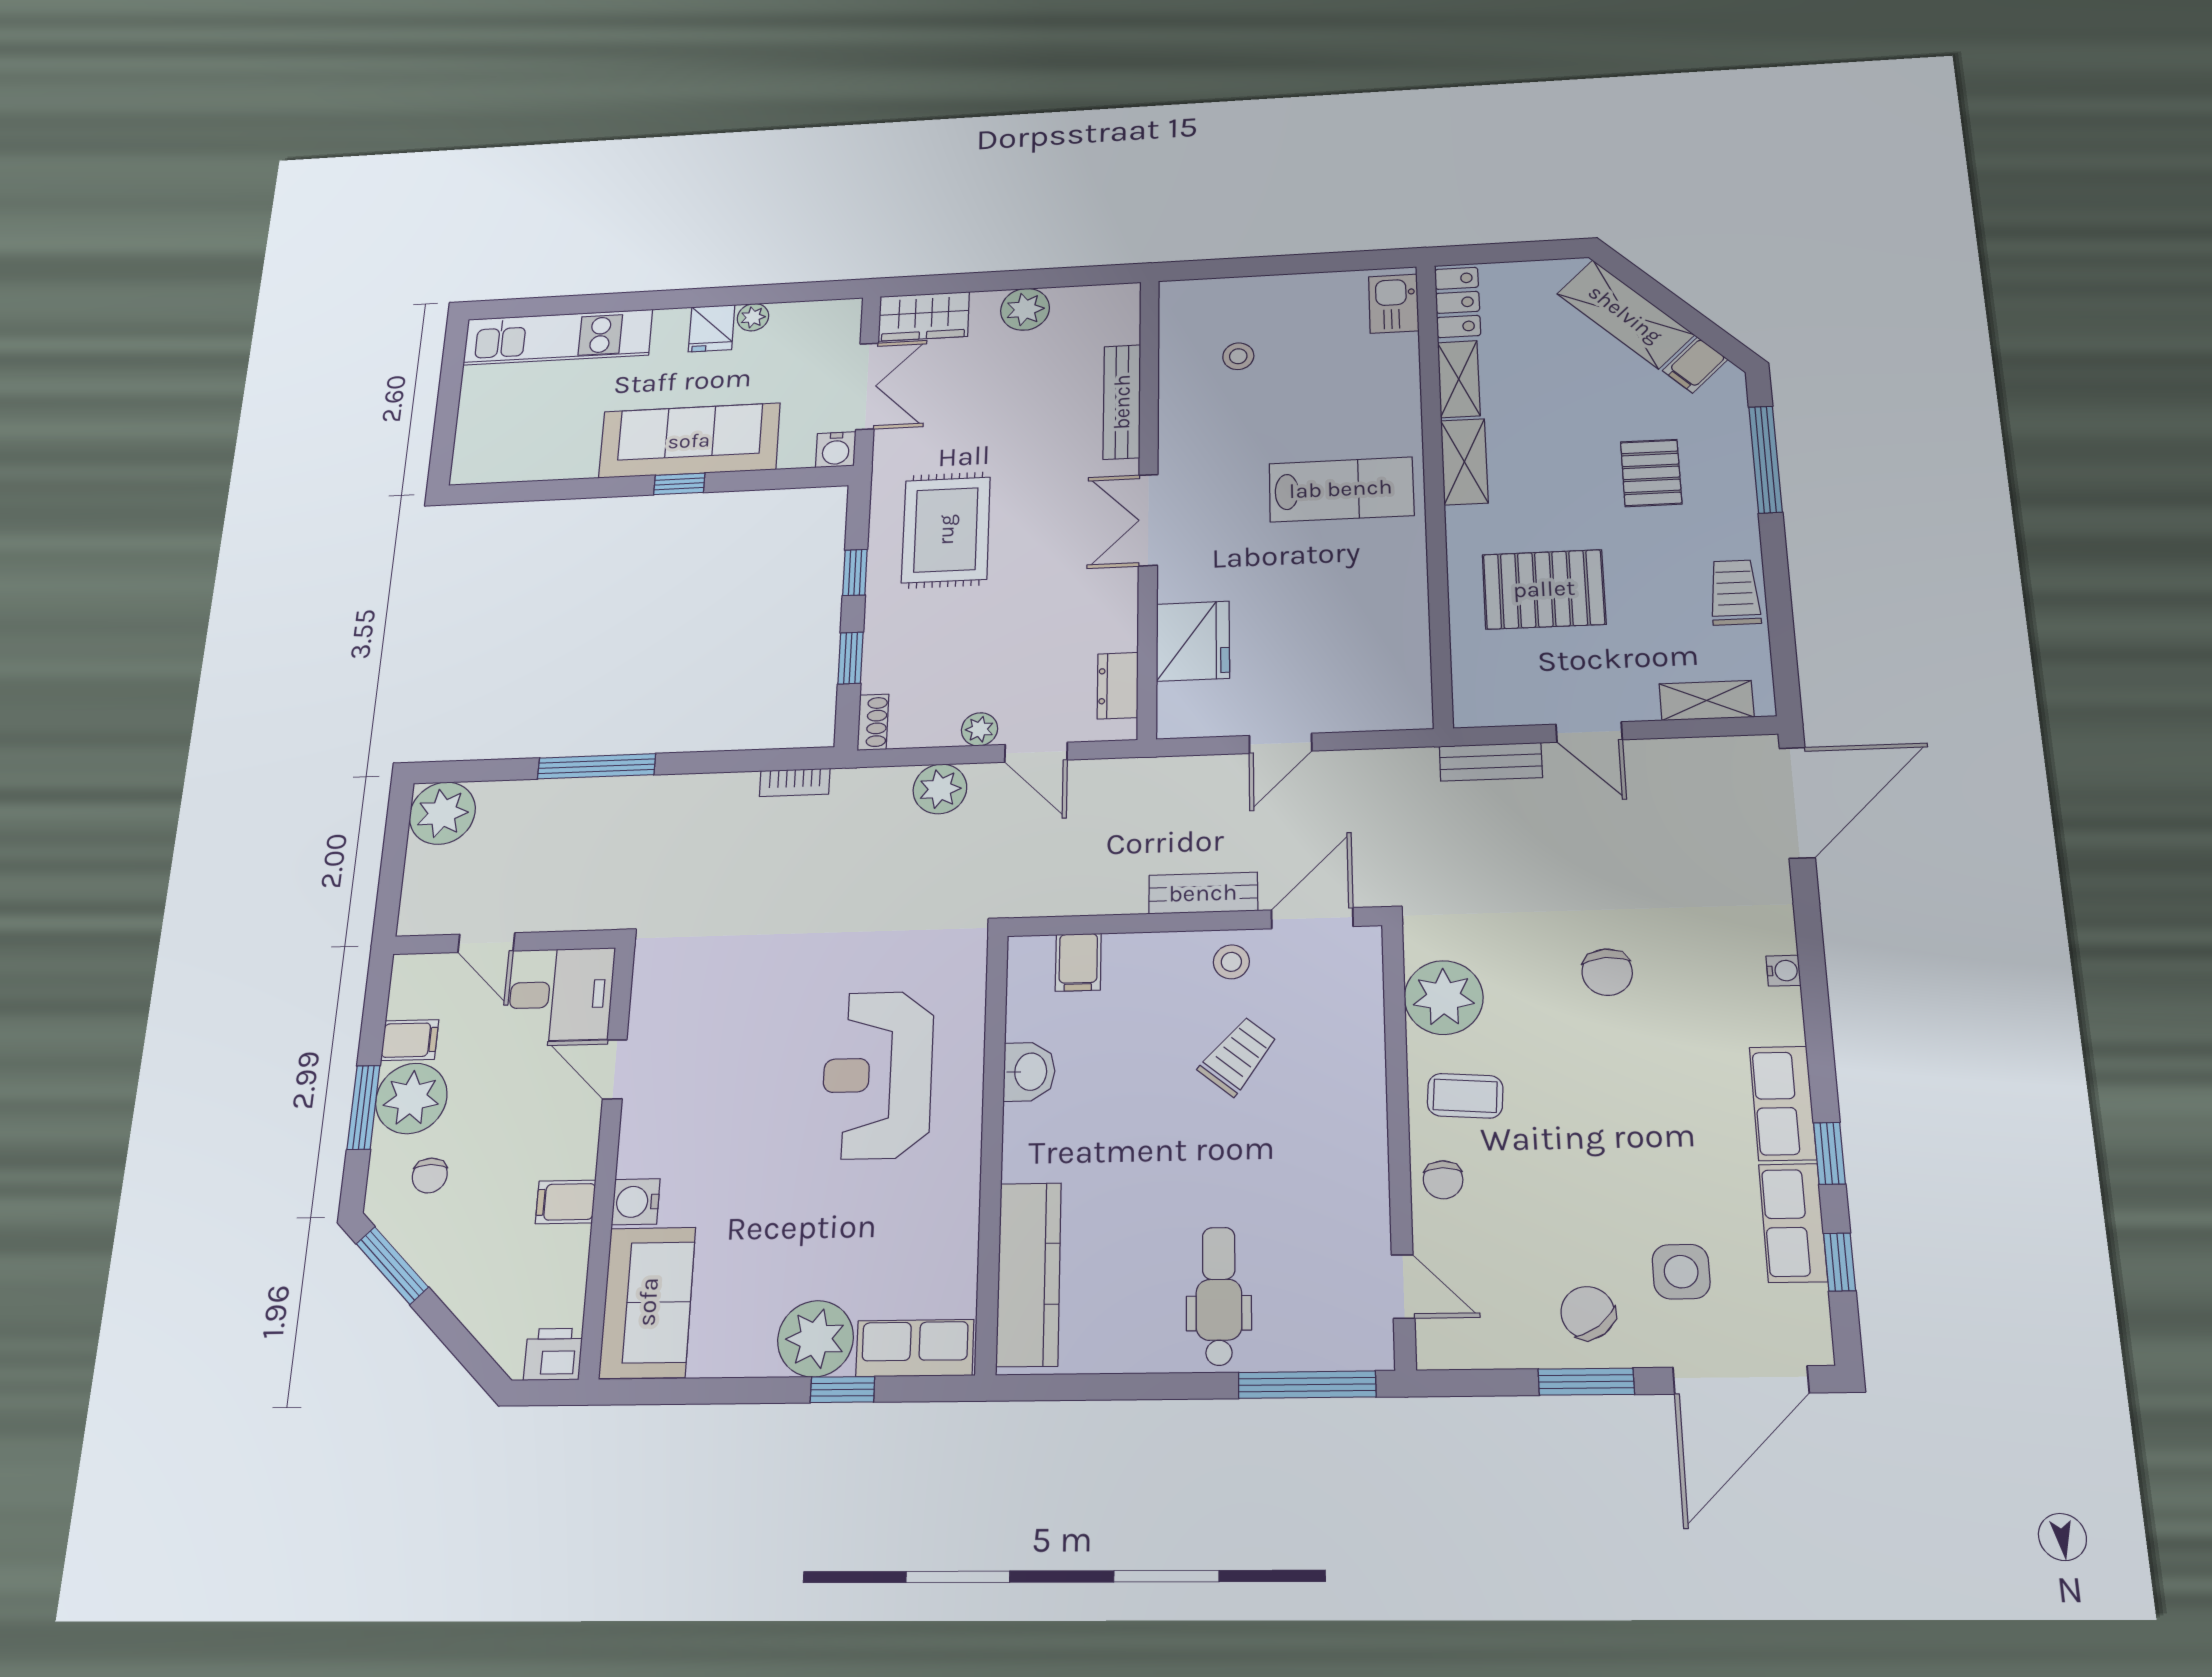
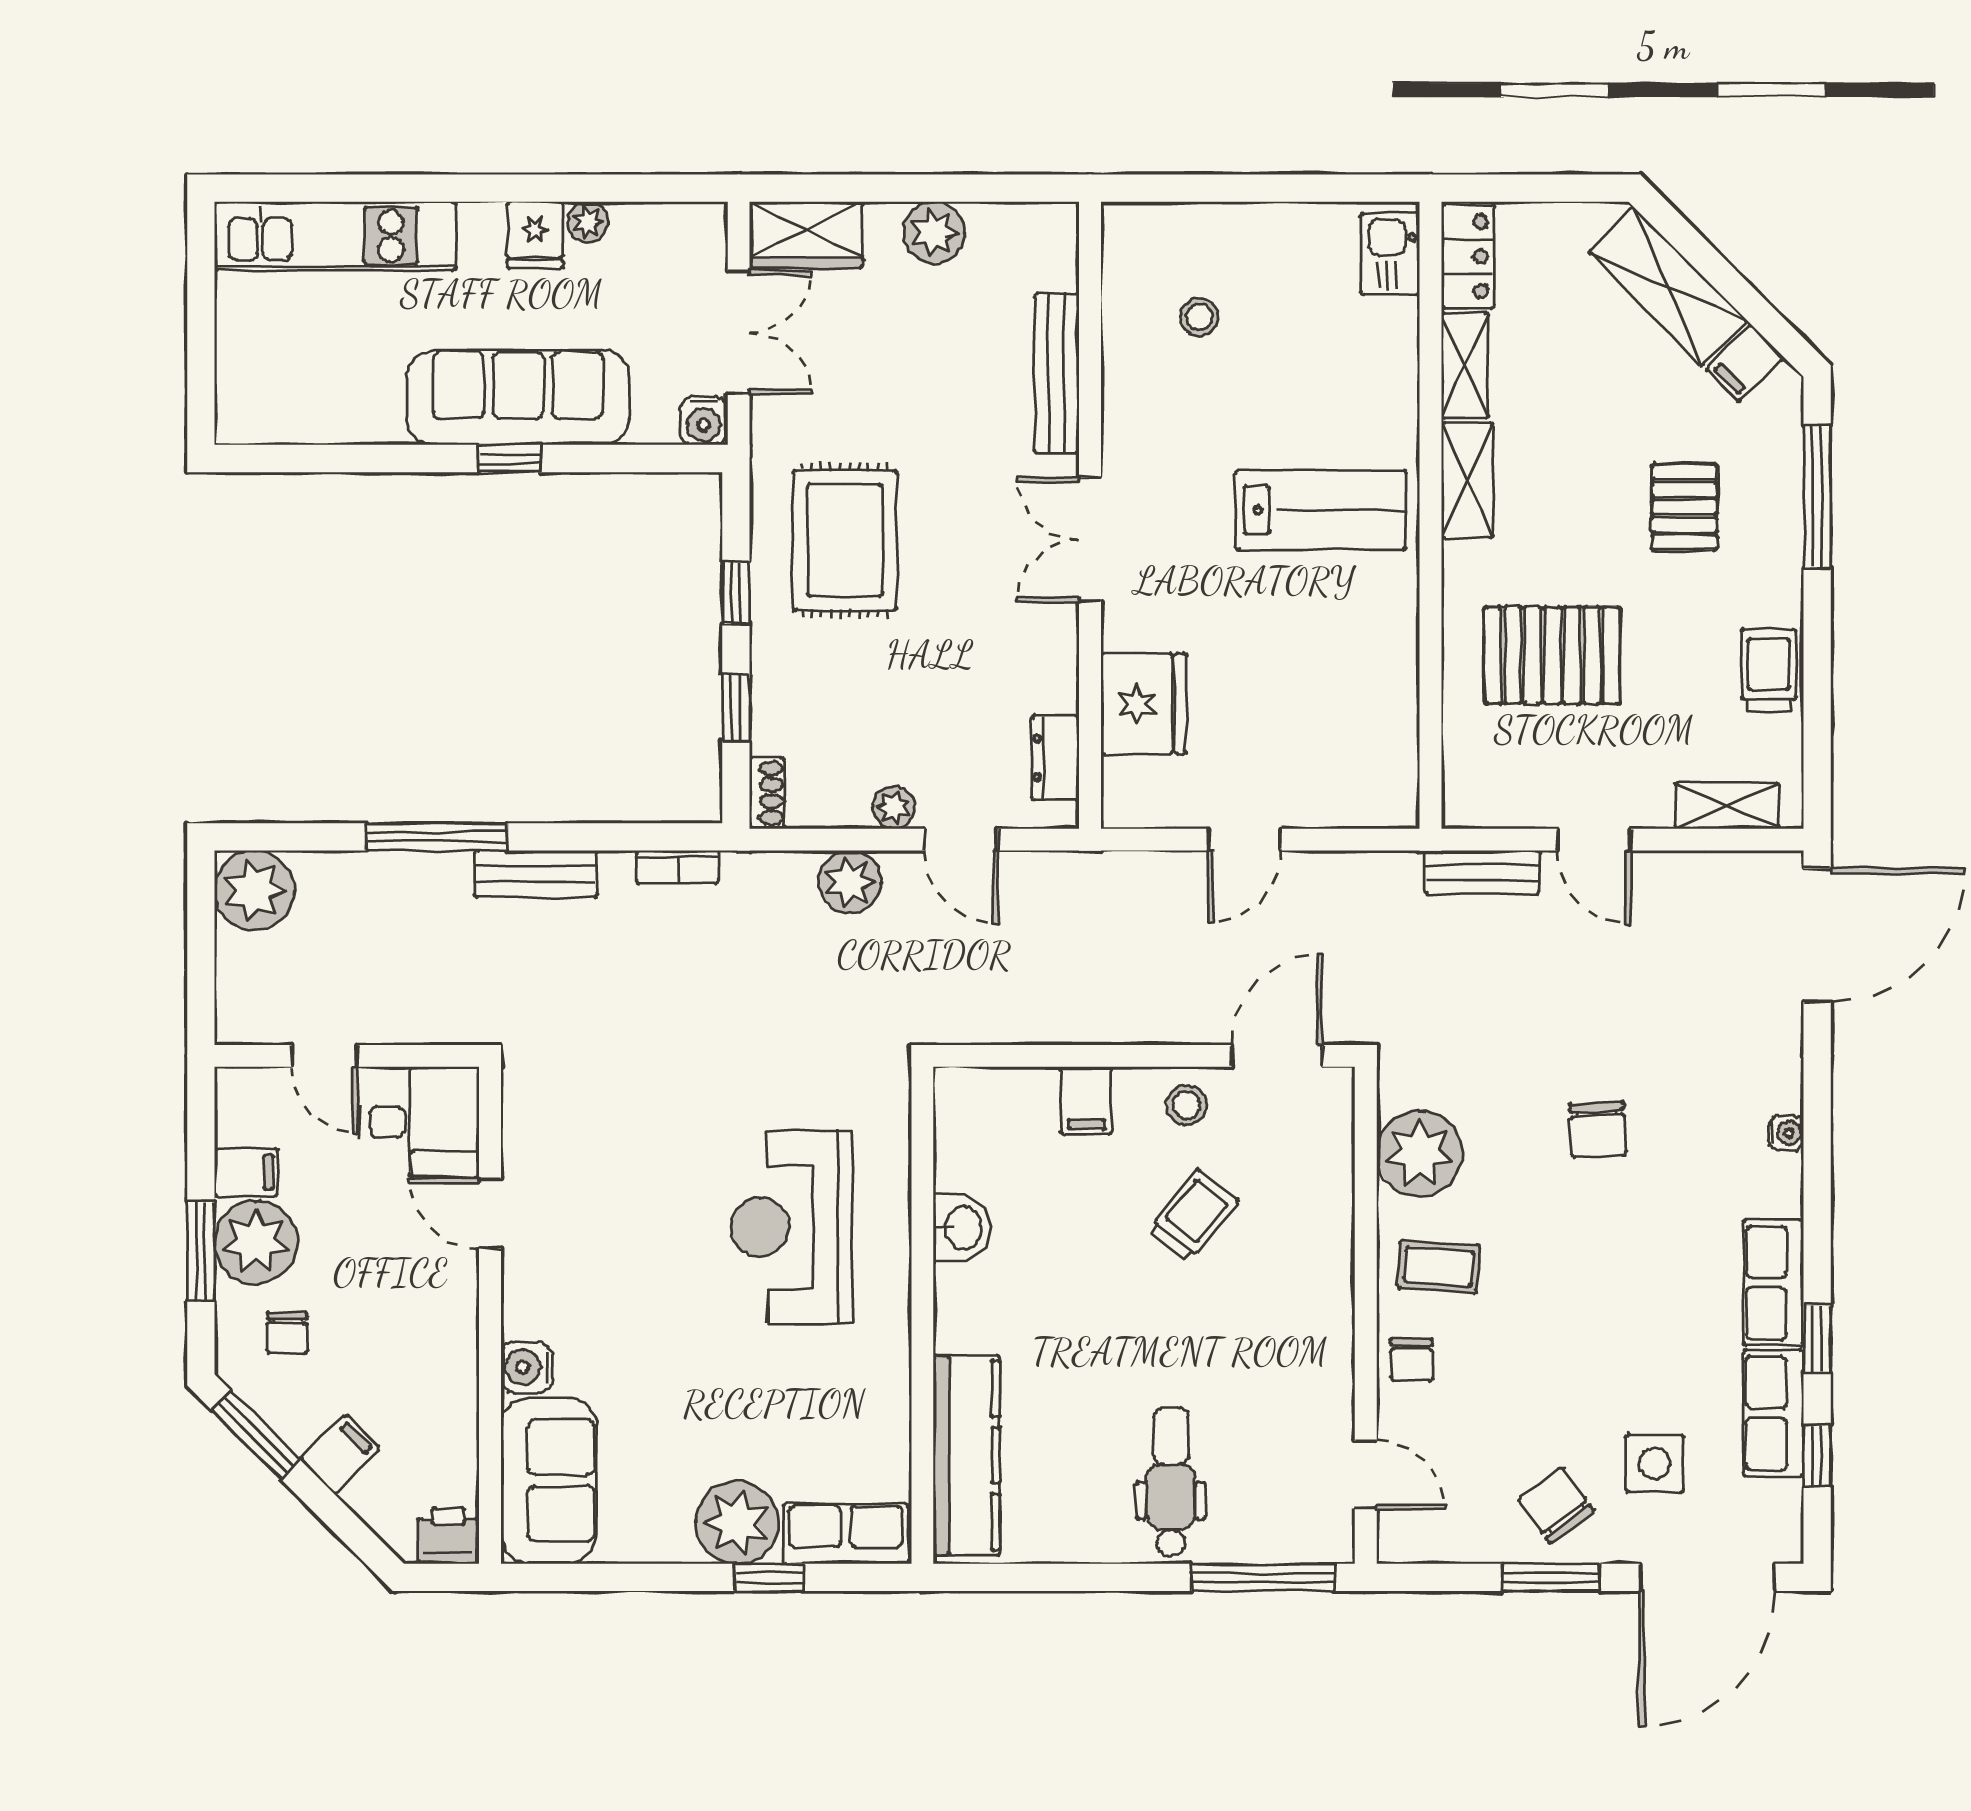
bench: (1203, 893) -> (536, 874), moved
filing cabinet: (1078, 962) -> (1086, 1100), moved
filing cabinet: (566, 1202) -> (340, 1454), moved, turned 135

